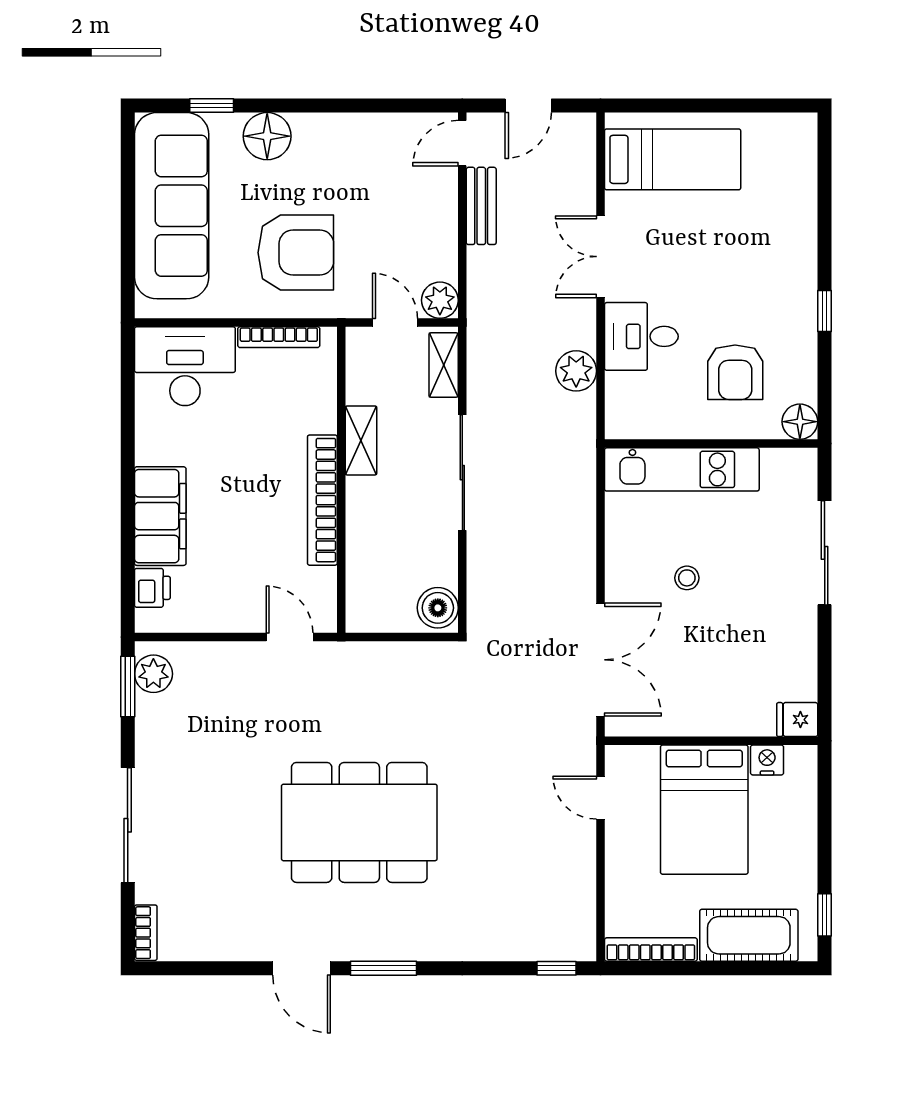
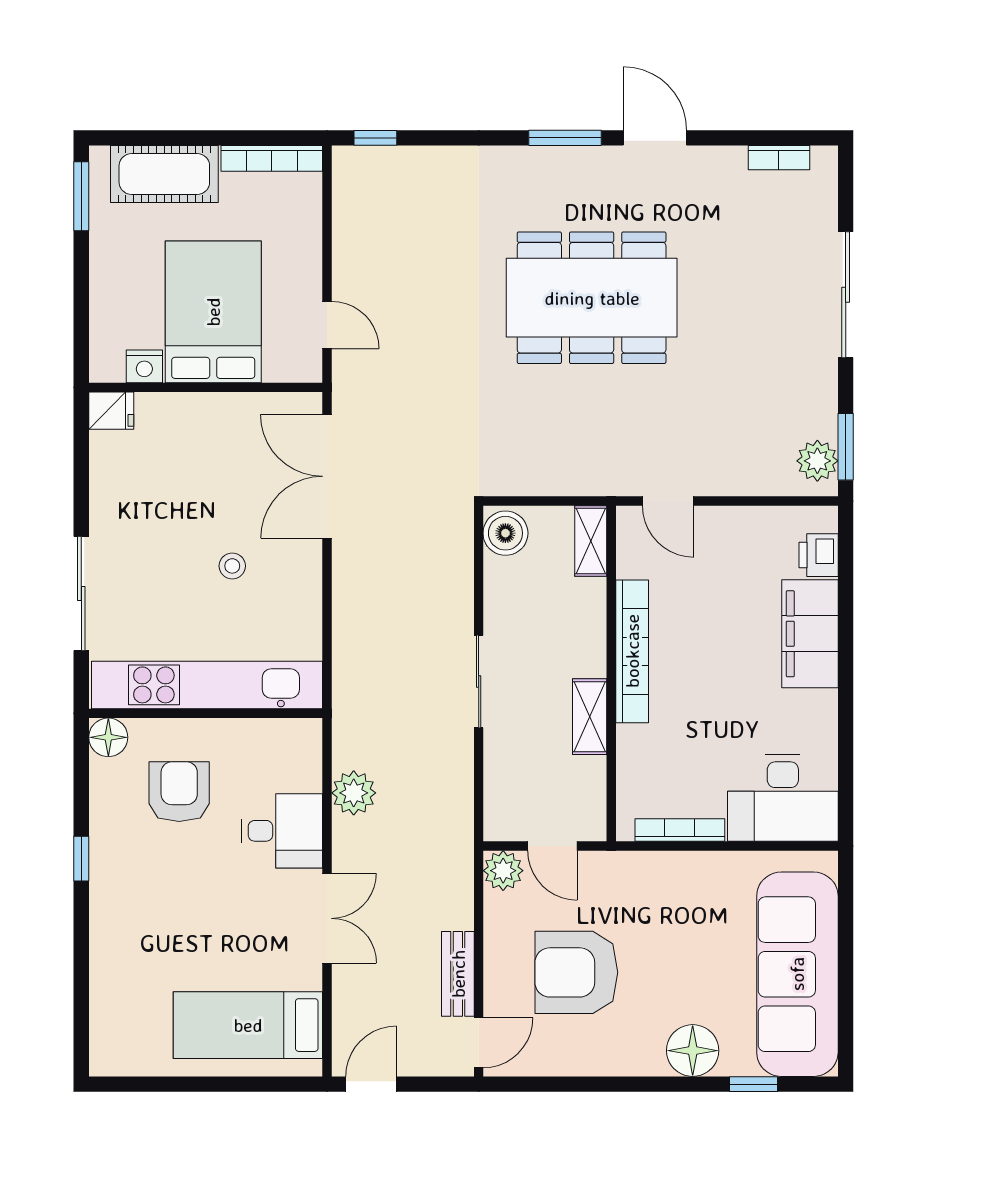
door: (528, 106) -> (371, 1084), moved
armchair: (296, 253) -> (576, 972), moved
shelving: (444, 365) -> (591, 541), moved
kitchen unit: (682, 469) -> (207, 685), width x1.36
sliding door: (462, 473) -> (479, 681), width x0.73
window: (825, 915) -> (81, 196), width x1.50
bookcase: (146, 933) -> (779, 158), moved, turned -90

